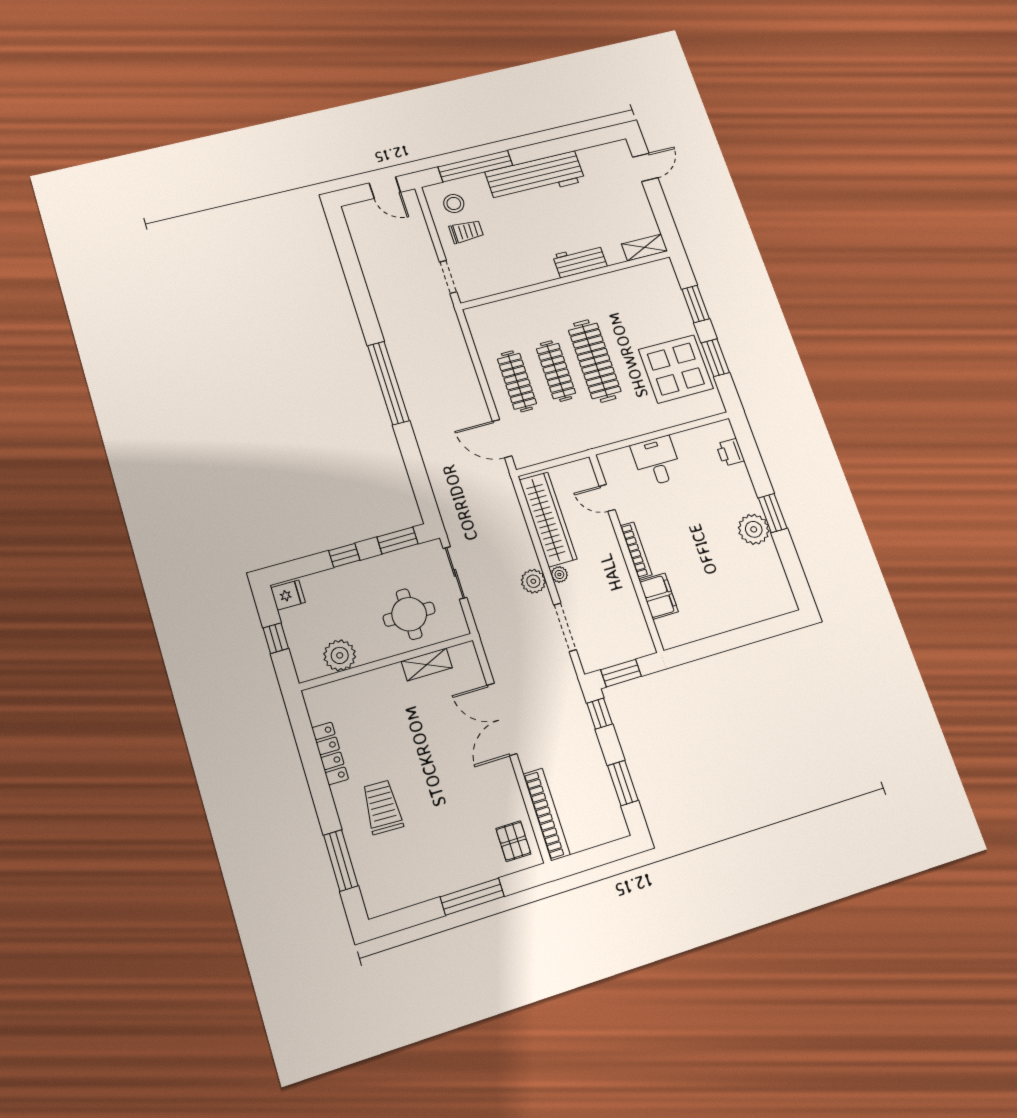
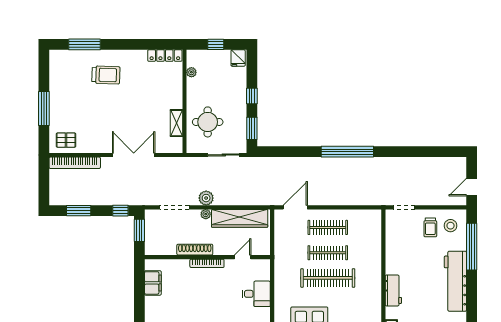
shoe rack: (621, 576) -> (195, 250), added
filing cabinet: (659, 596) -> (153, 283), moved, turned -90
plant: (340, 655) -> (191, 72), width x0.53, depth x0.53
locker: (330, 753) -> (165, 56), moved

